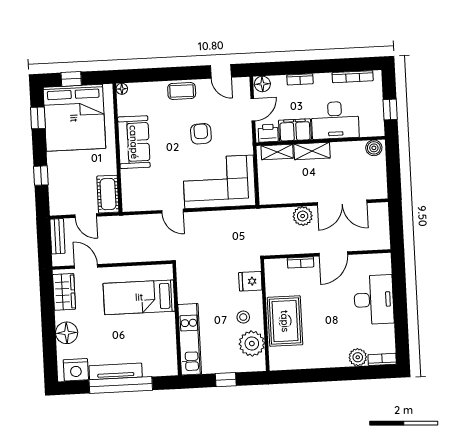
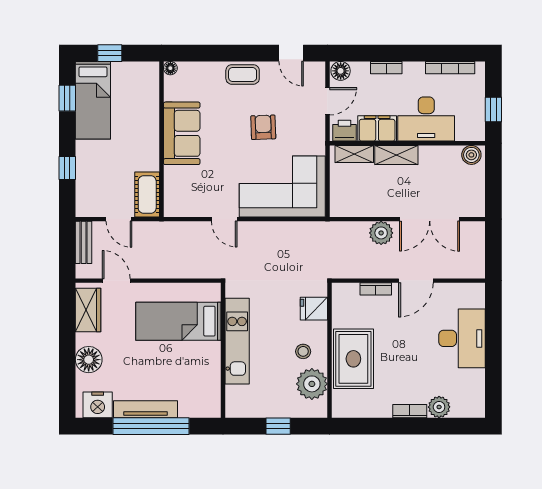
bed: (74, 118) -> (93, 100), width x0.49
kitchen unit: (190, 339) -> (237, 341), moved
bookcase: (382, 359) -> (410, 411), moved

